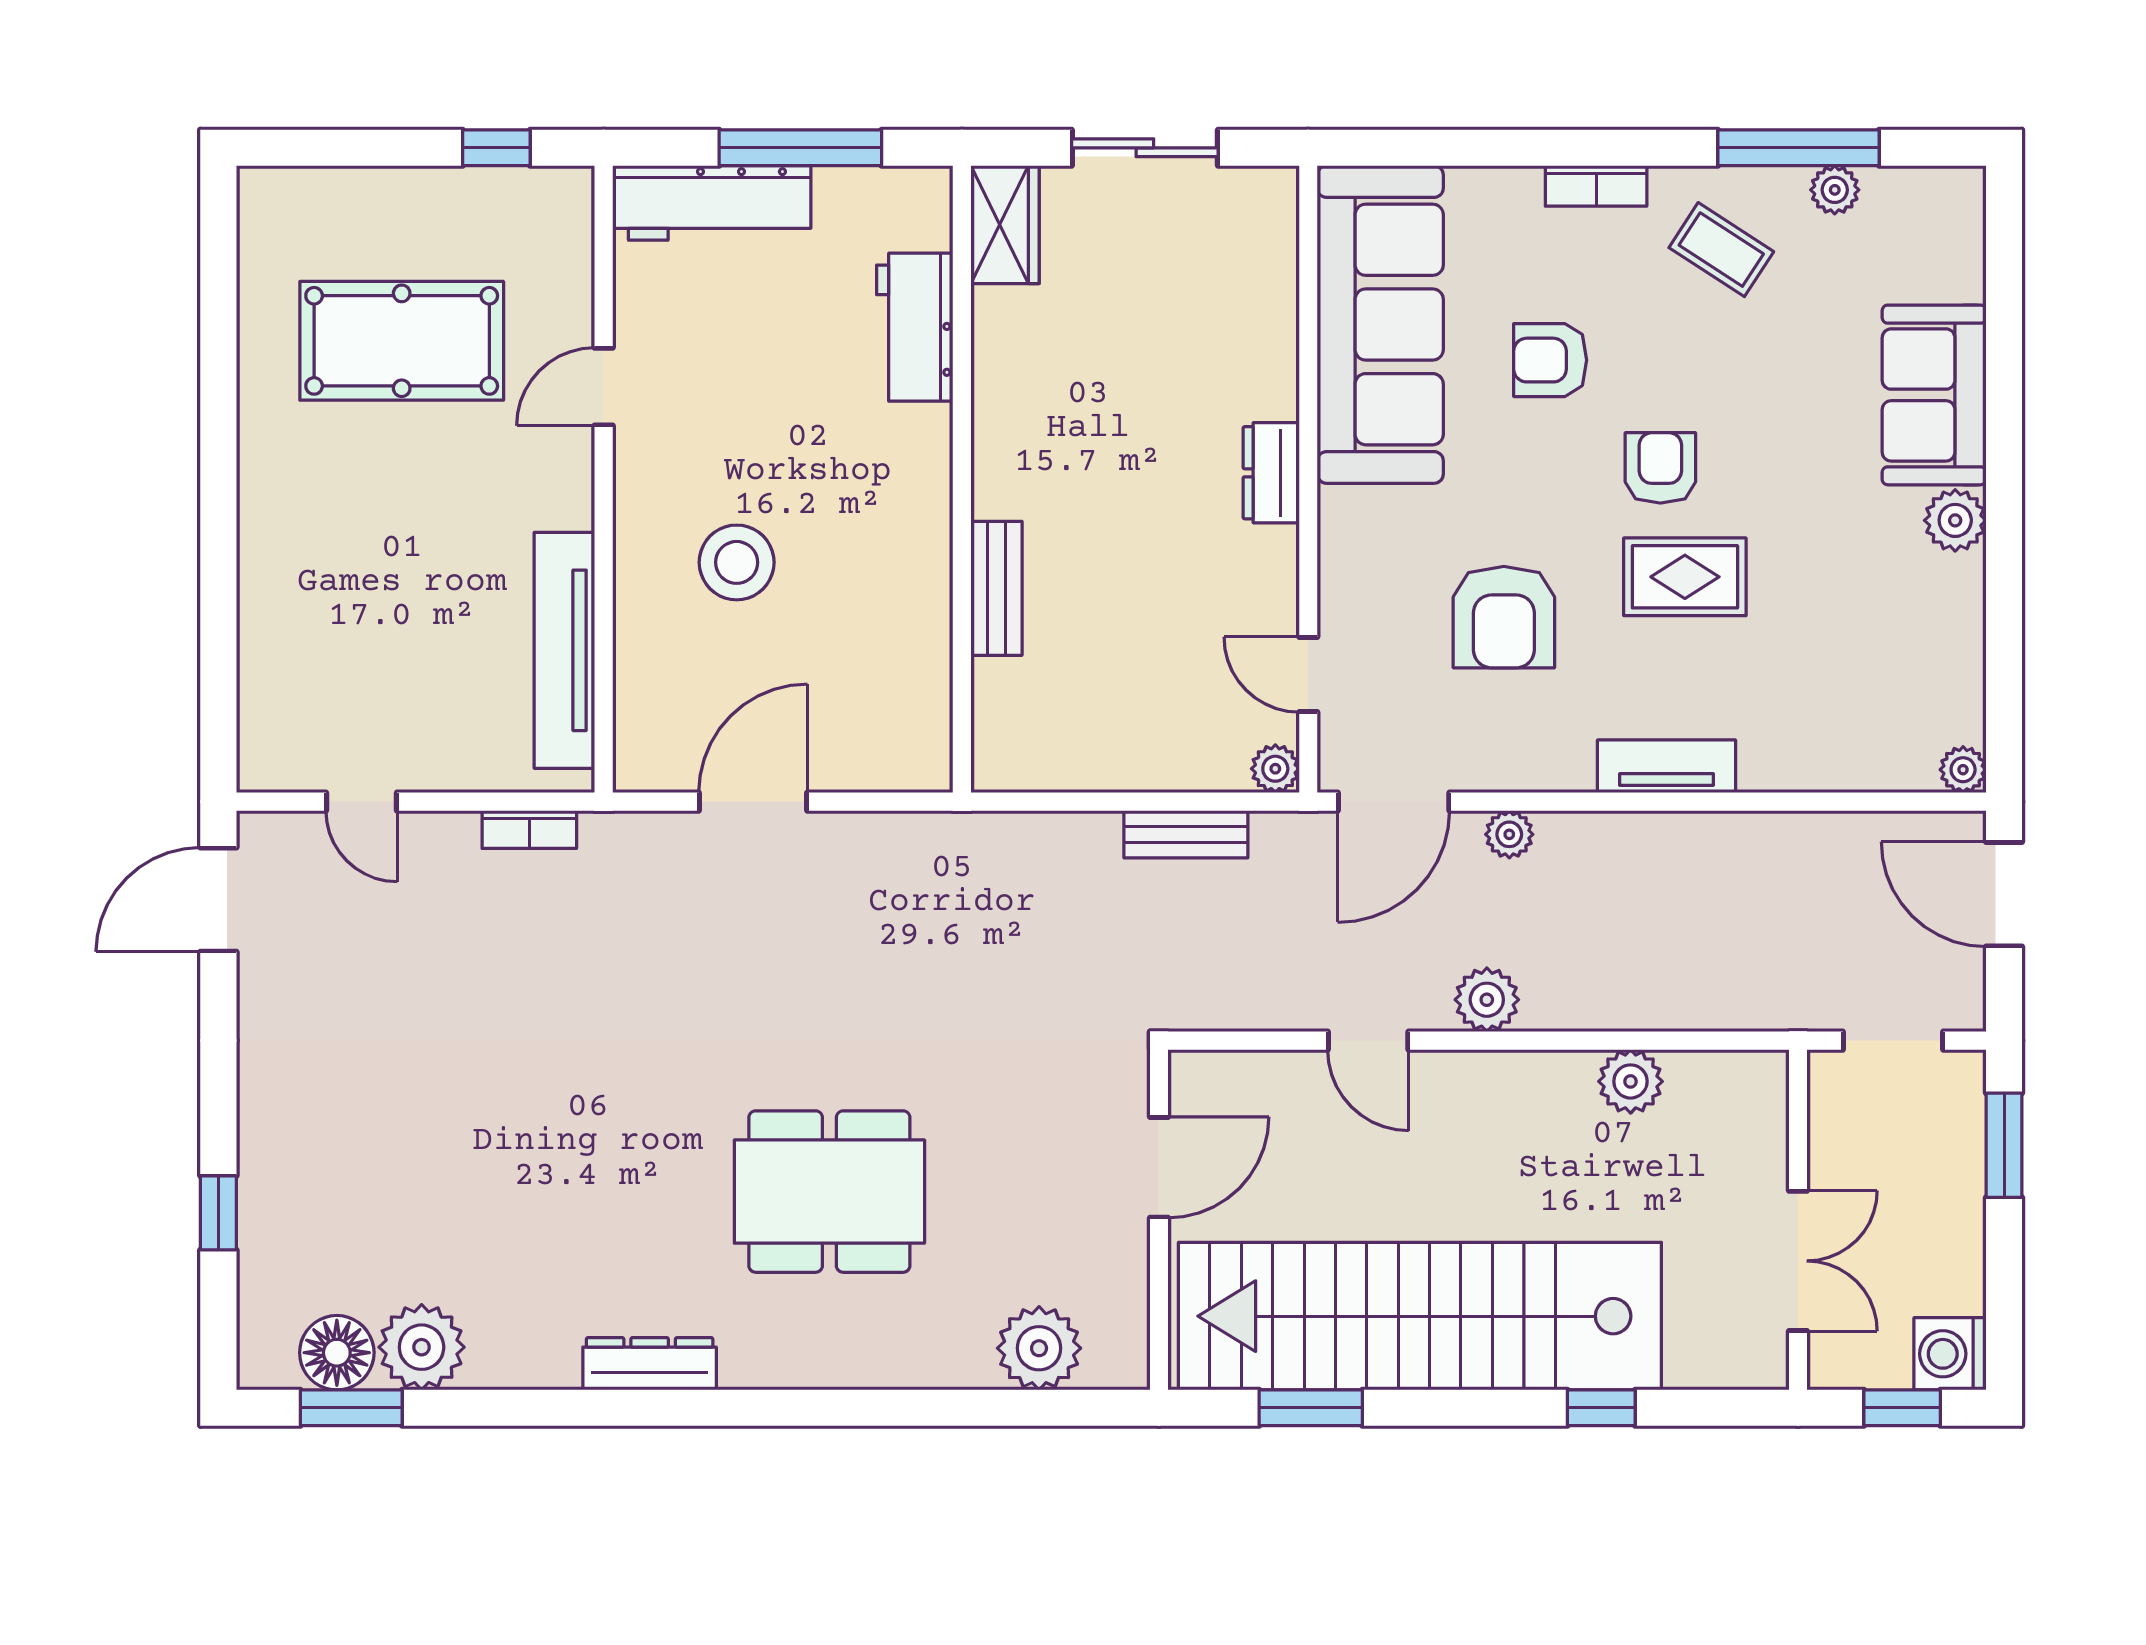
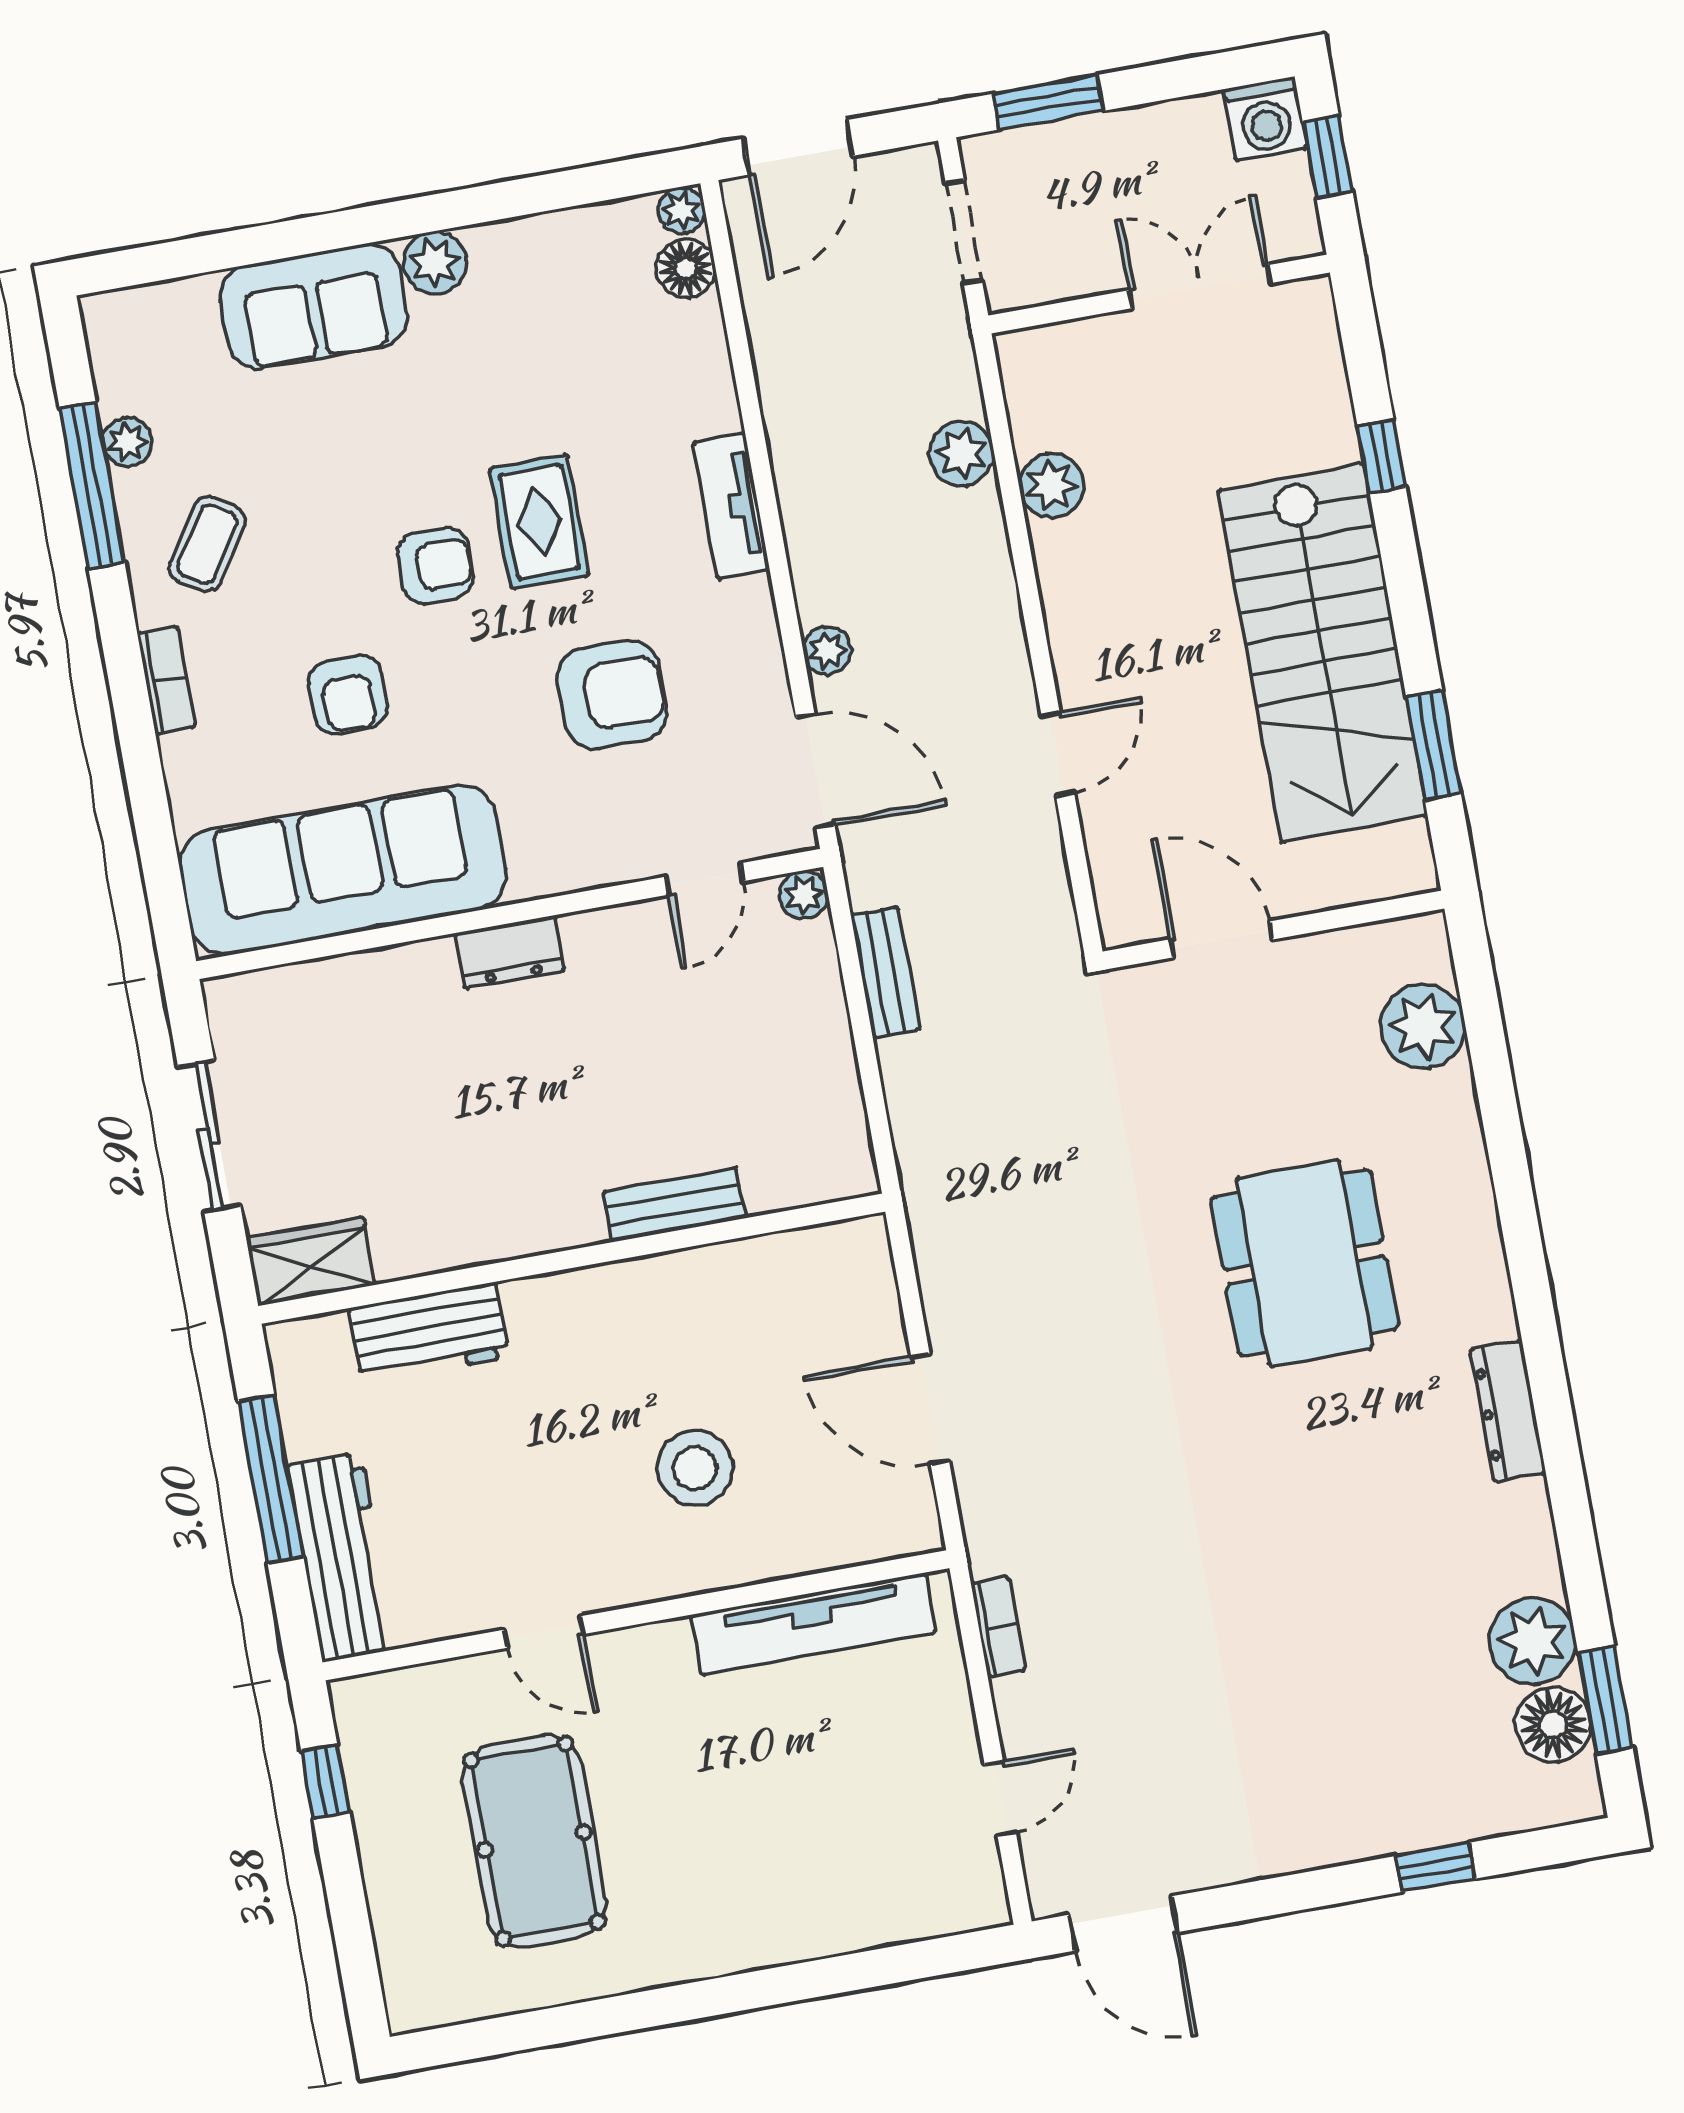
armchair: (1660, 468) -> (435, 566), turned 180
floor lamp: (1906, 763) -> (686, 268), added
plant: (1487, 1000) -> (962, 453), moved
stairs: (1420, 1316) -> (1323, 653), width x0.73

